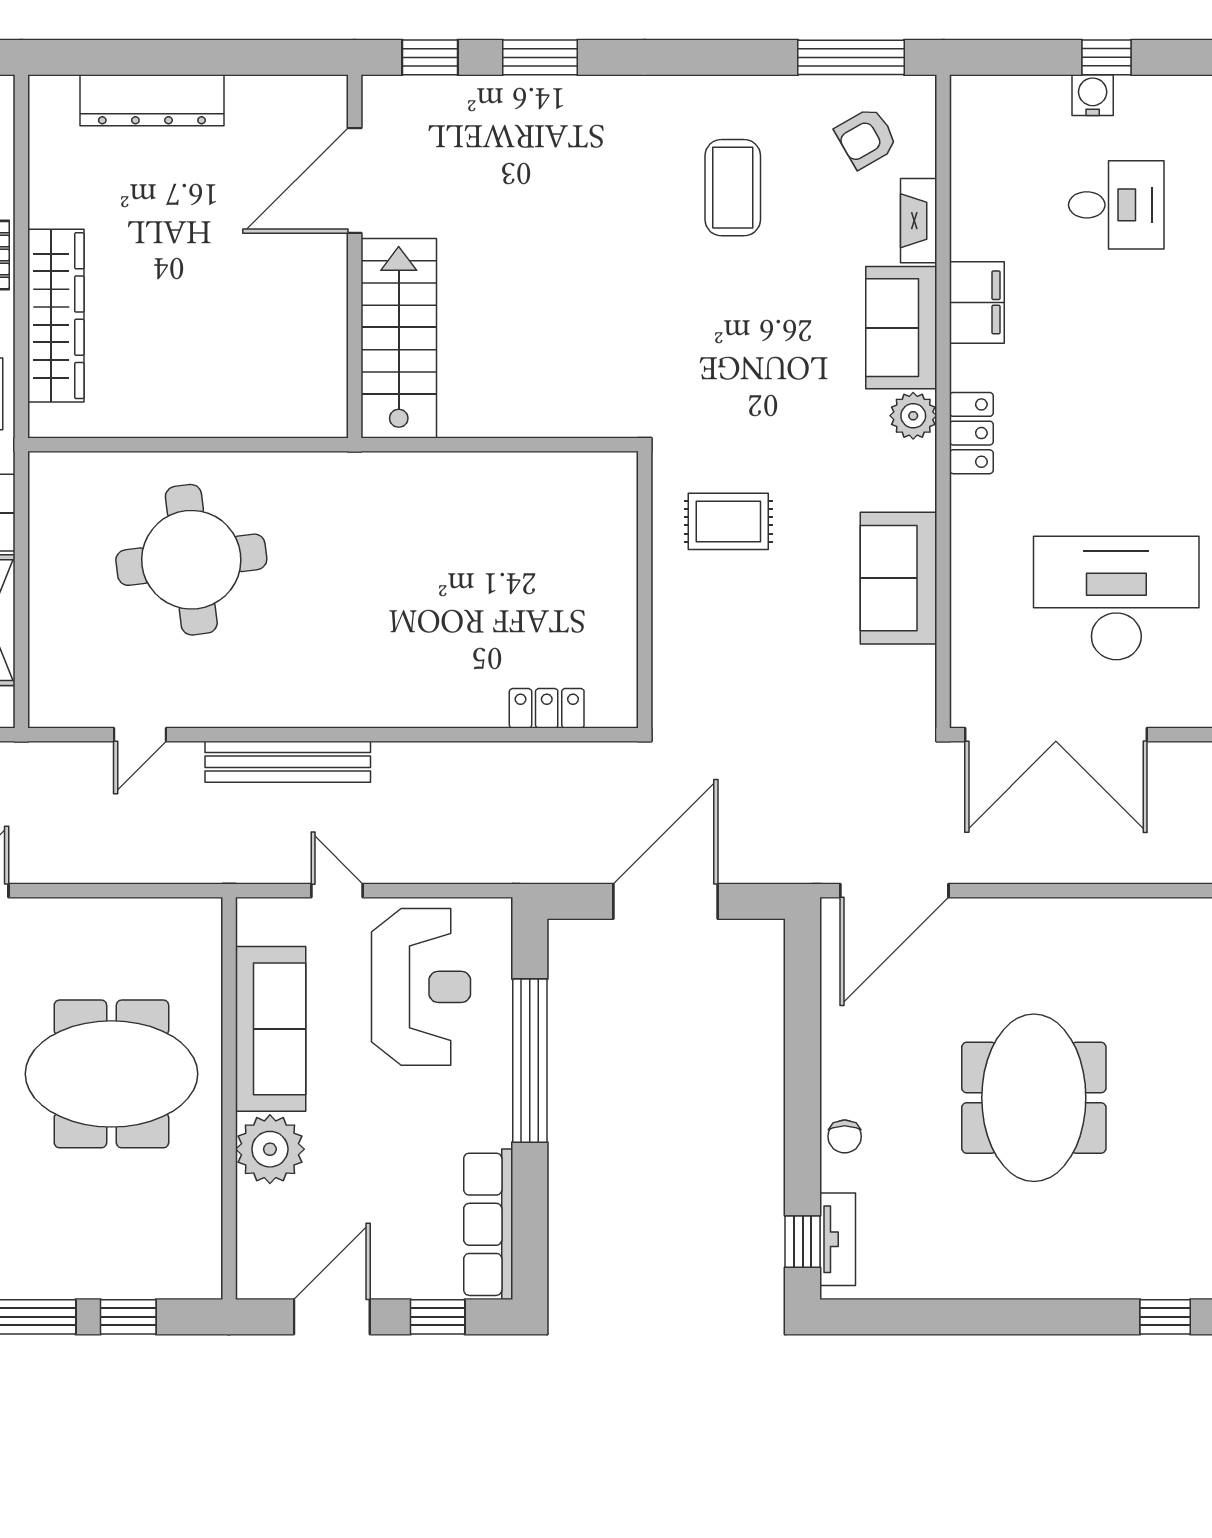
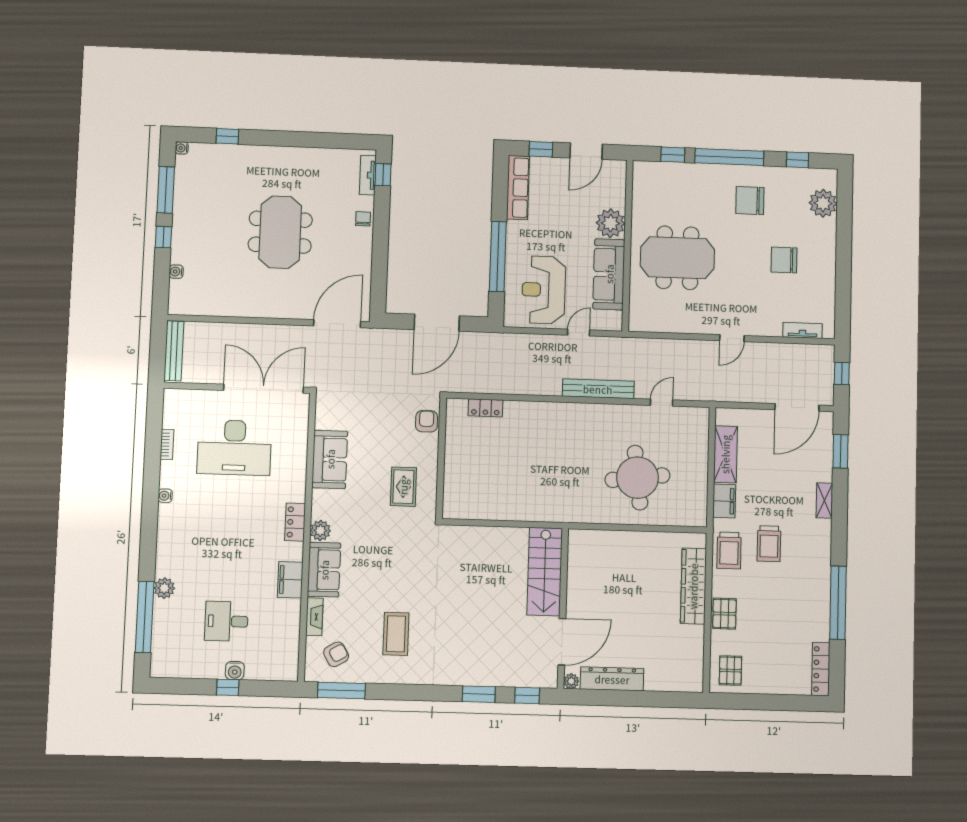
plant: (330, 92) -> (571, 681), added
dresser: (152, 100) -> (612, 679), moved
rug: (728, 521) -> (403, 487), turned 90
armchair: (681, 673) -> (427, 421), added
door: (337, 891) -> (579, 332), swing flipped

